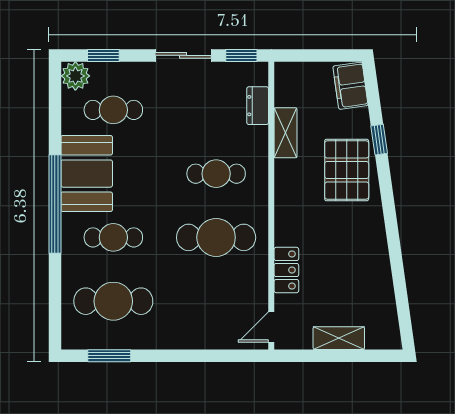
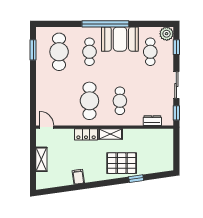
filing cabinet: (350, 86) -> (78, 177), moved, width x0.50
shelving: (286, 133) -> (110, 134), moved
locker: (286, 270) -> (86, 134), moved

